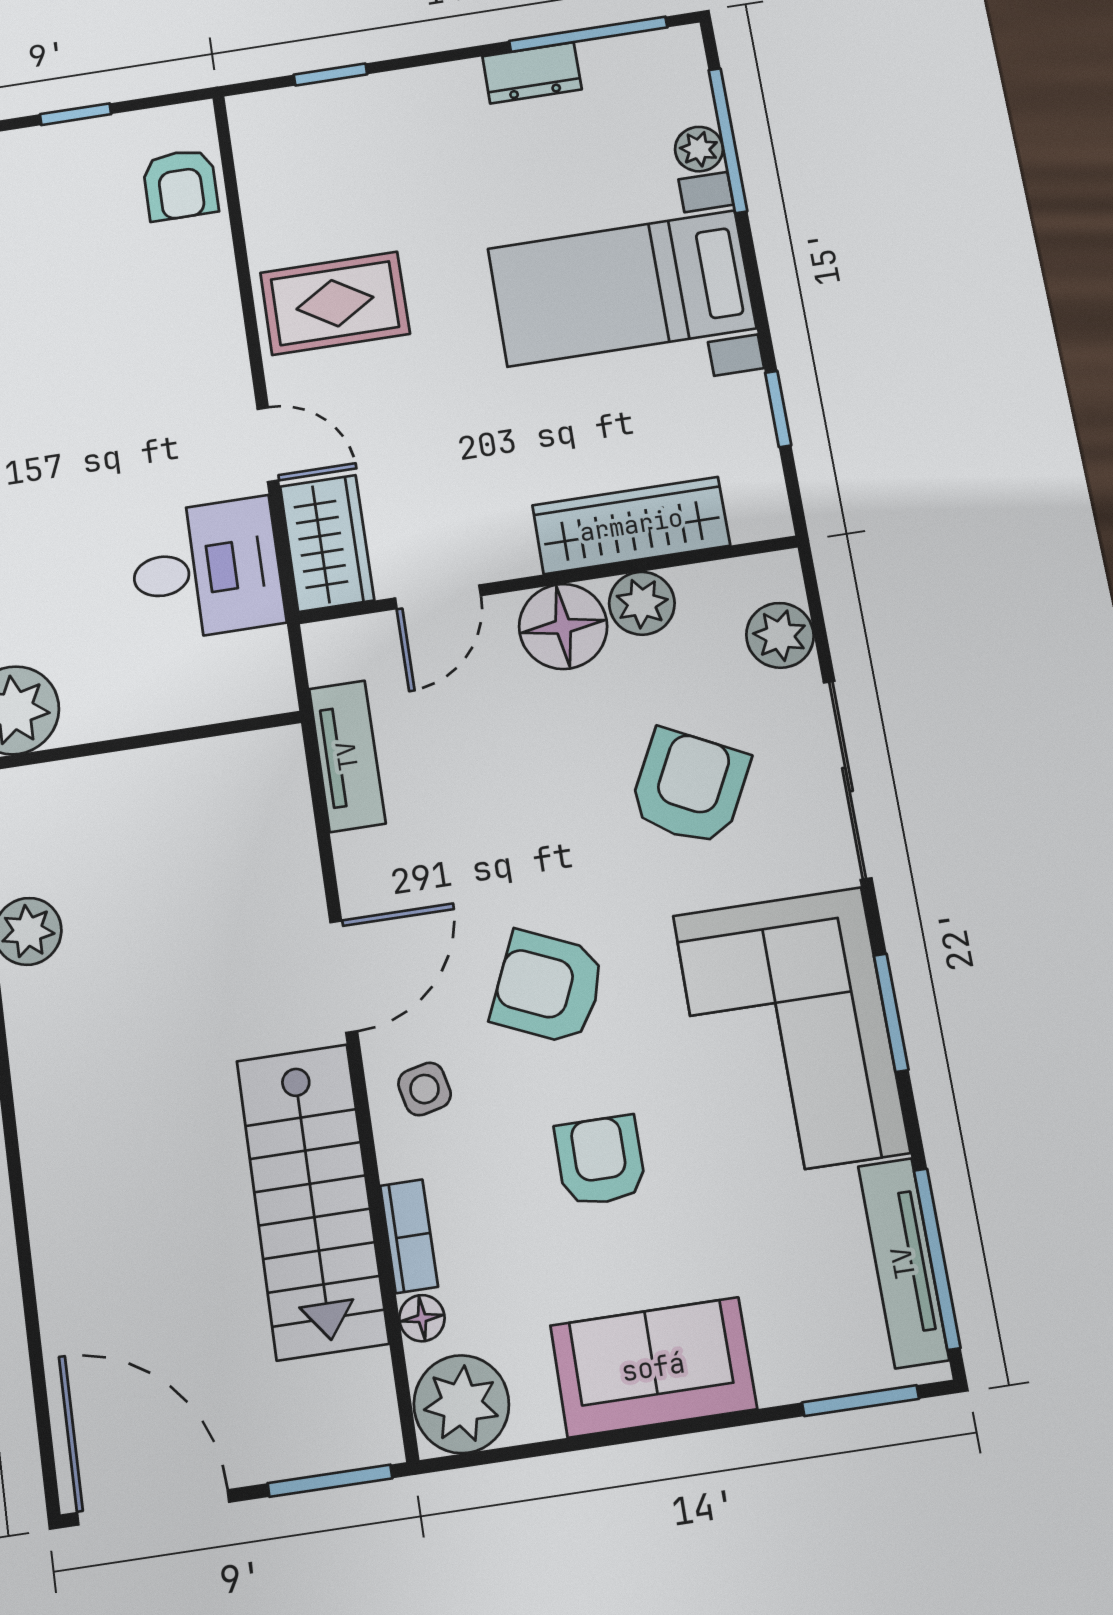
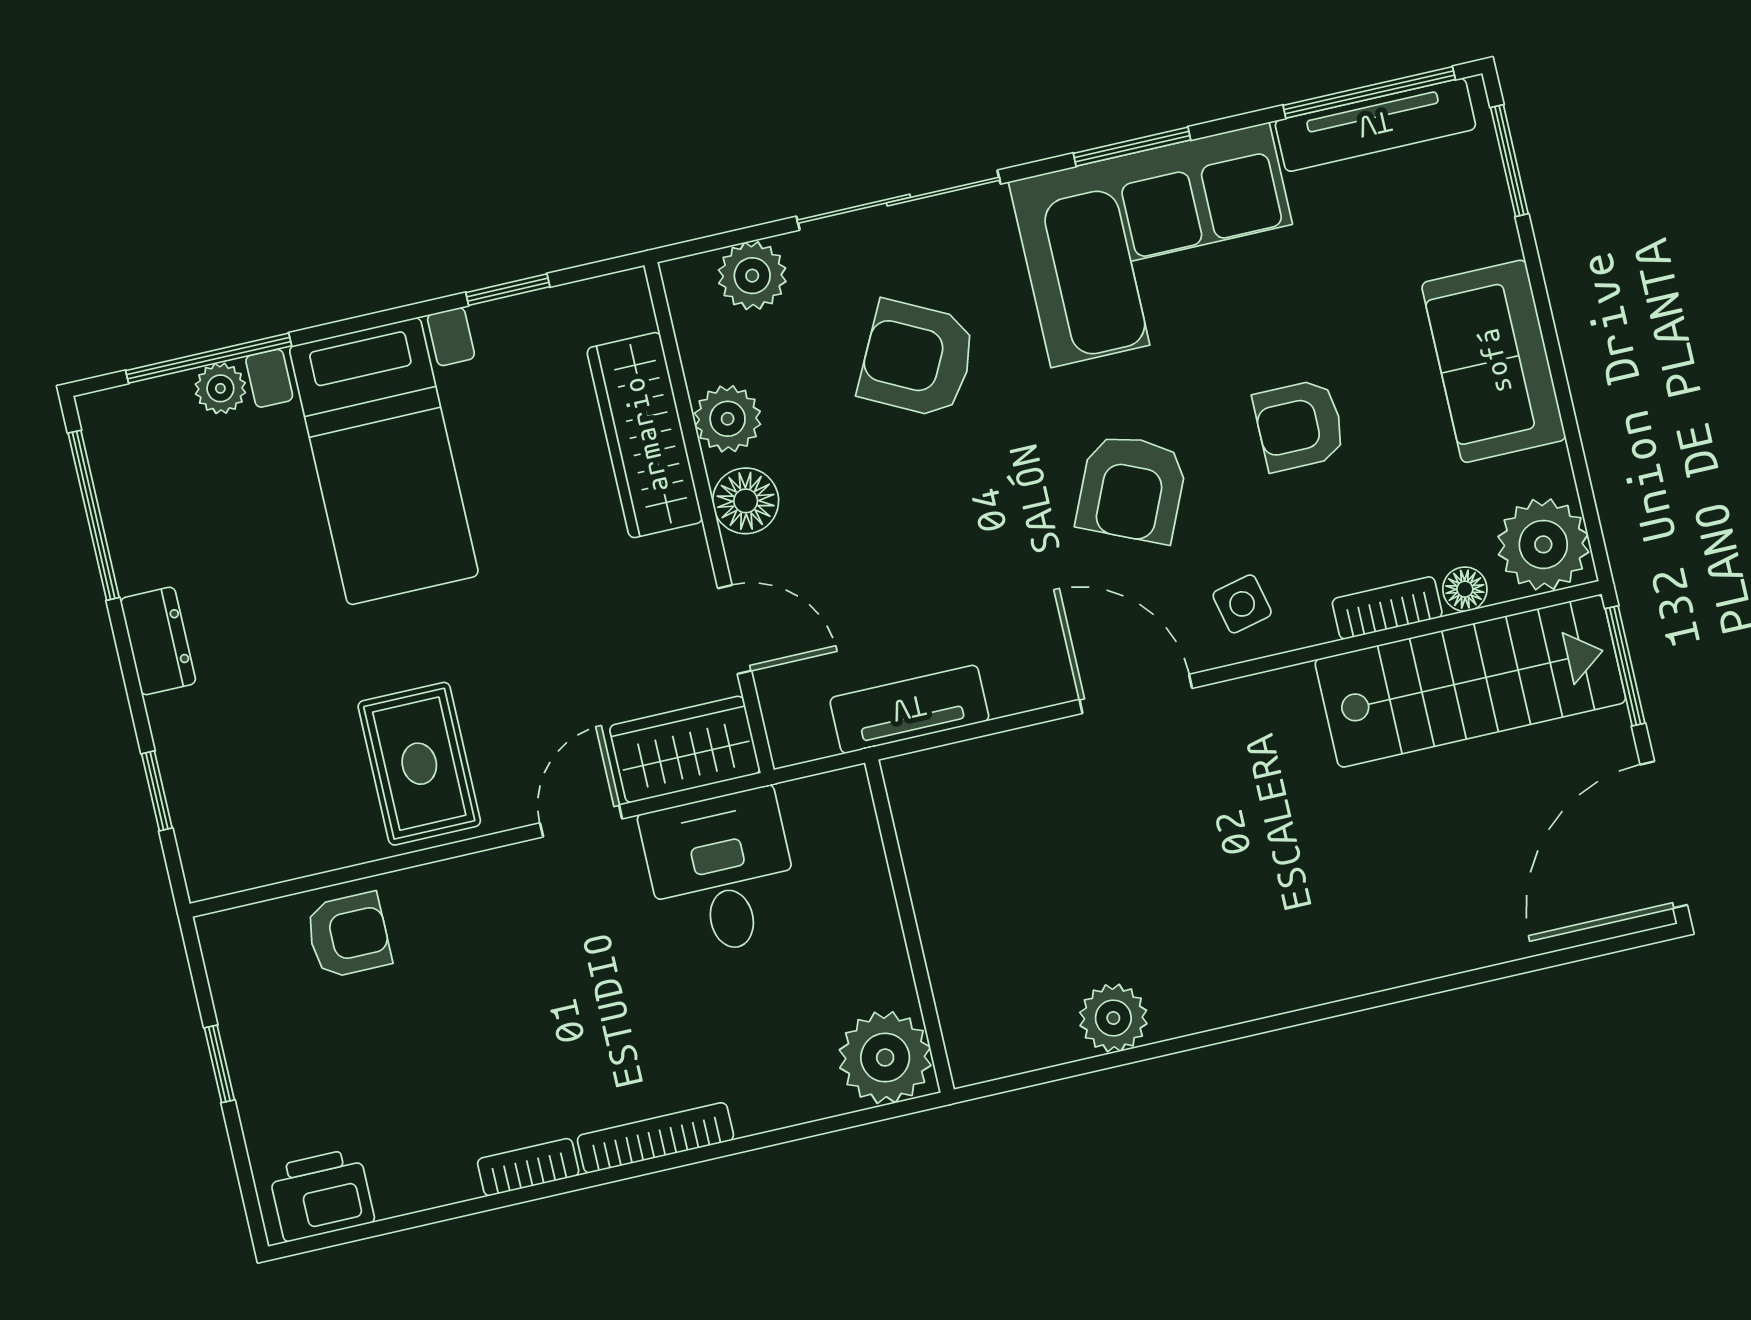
dresser: (532, 73) -> (158, 641), moved
armchair: (180, 185) -> (348, 935), moved
floor lamp: (563, 626) -> (746, 501), width x0.73, depth x0.73
stairs: (312, 1201) -> (1470, 681), moved

